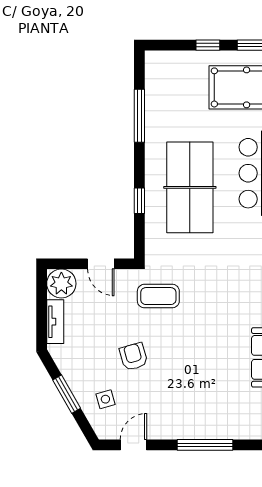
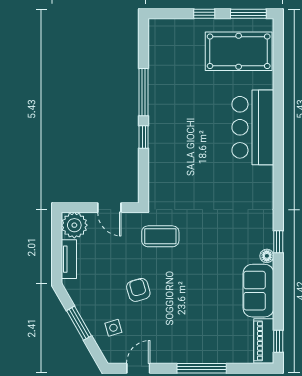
window: (139, 116) -> (144, 92), moved
table tennis table: (190, 187) -> (188, 140), removed
window: (139, 201) -> (144, 137), moved

